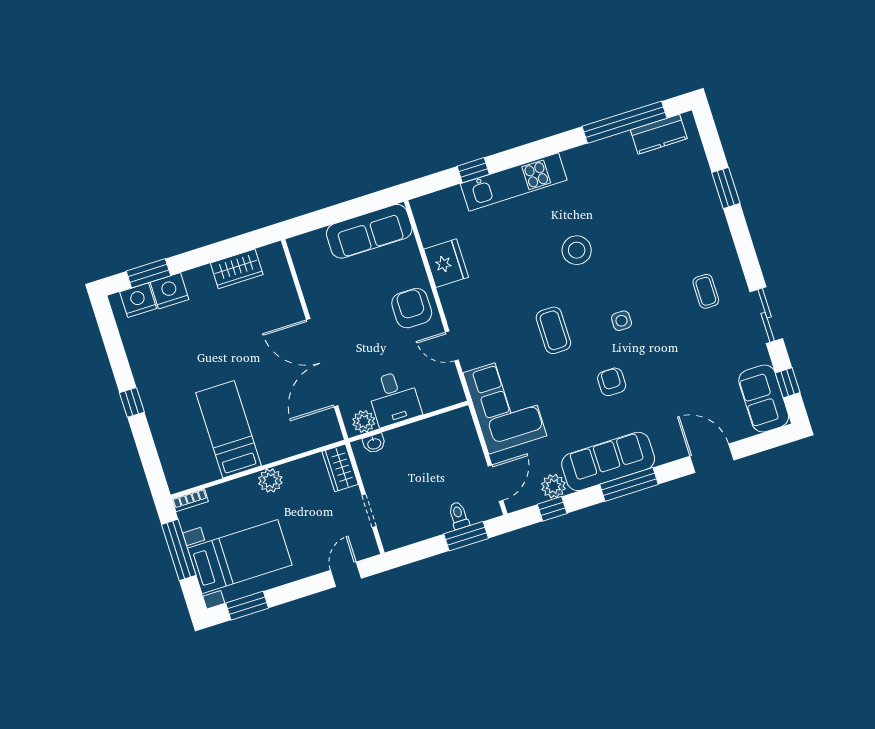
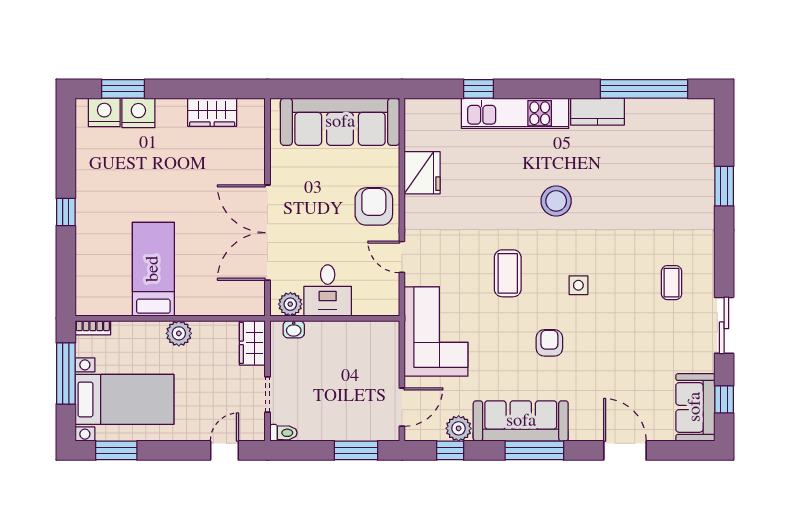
kitchen counter: (659, 134) -> (597, 112), moved
sofa: (369, 231) -> (340, 122), width x1.36, depth x1.27
toilet: (459, 515) -> (283, 433), moved, turned 90

